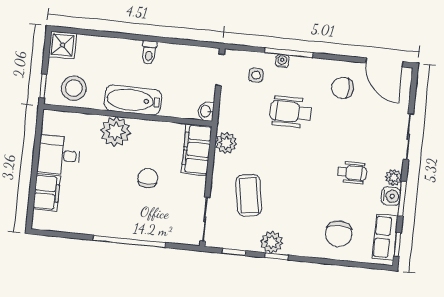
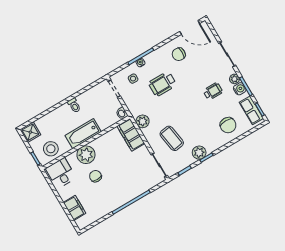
desk: (59, 155) -> (61, 173), moved, turned 90
chair: (148, 178) -> (96, 176), moved

